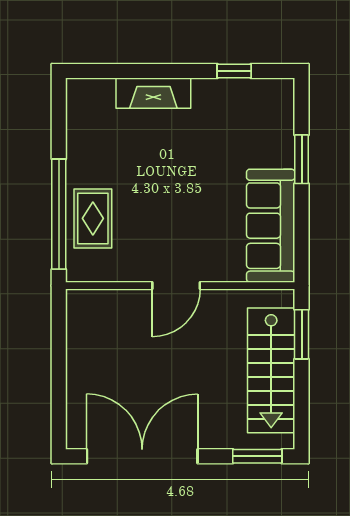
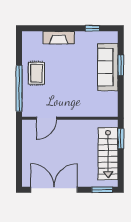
rug: (93, 218) -> (36, 73), moved
sofa: (271, 226) -> (108, 67), moved
door: (176, 286) -> (46, 118), moved

